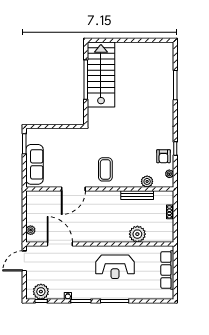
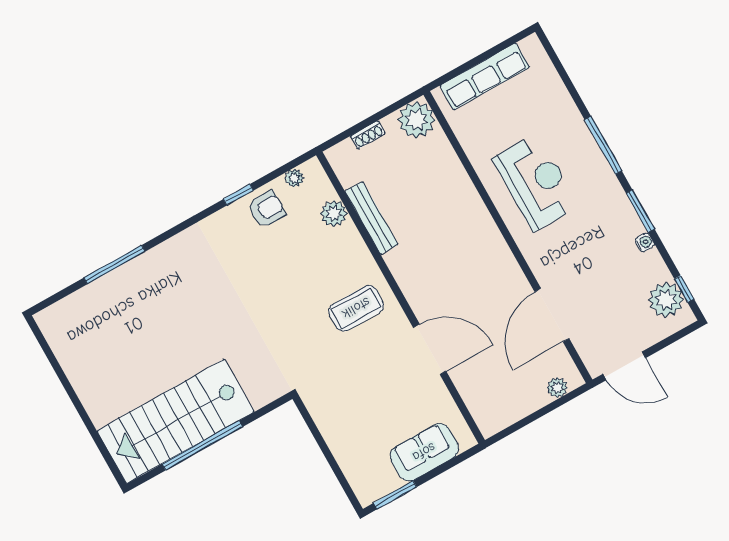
sofa: (34, 164) -> (424, 452), width x0.73
plant: (137, 234) -> (416, 120), moved

